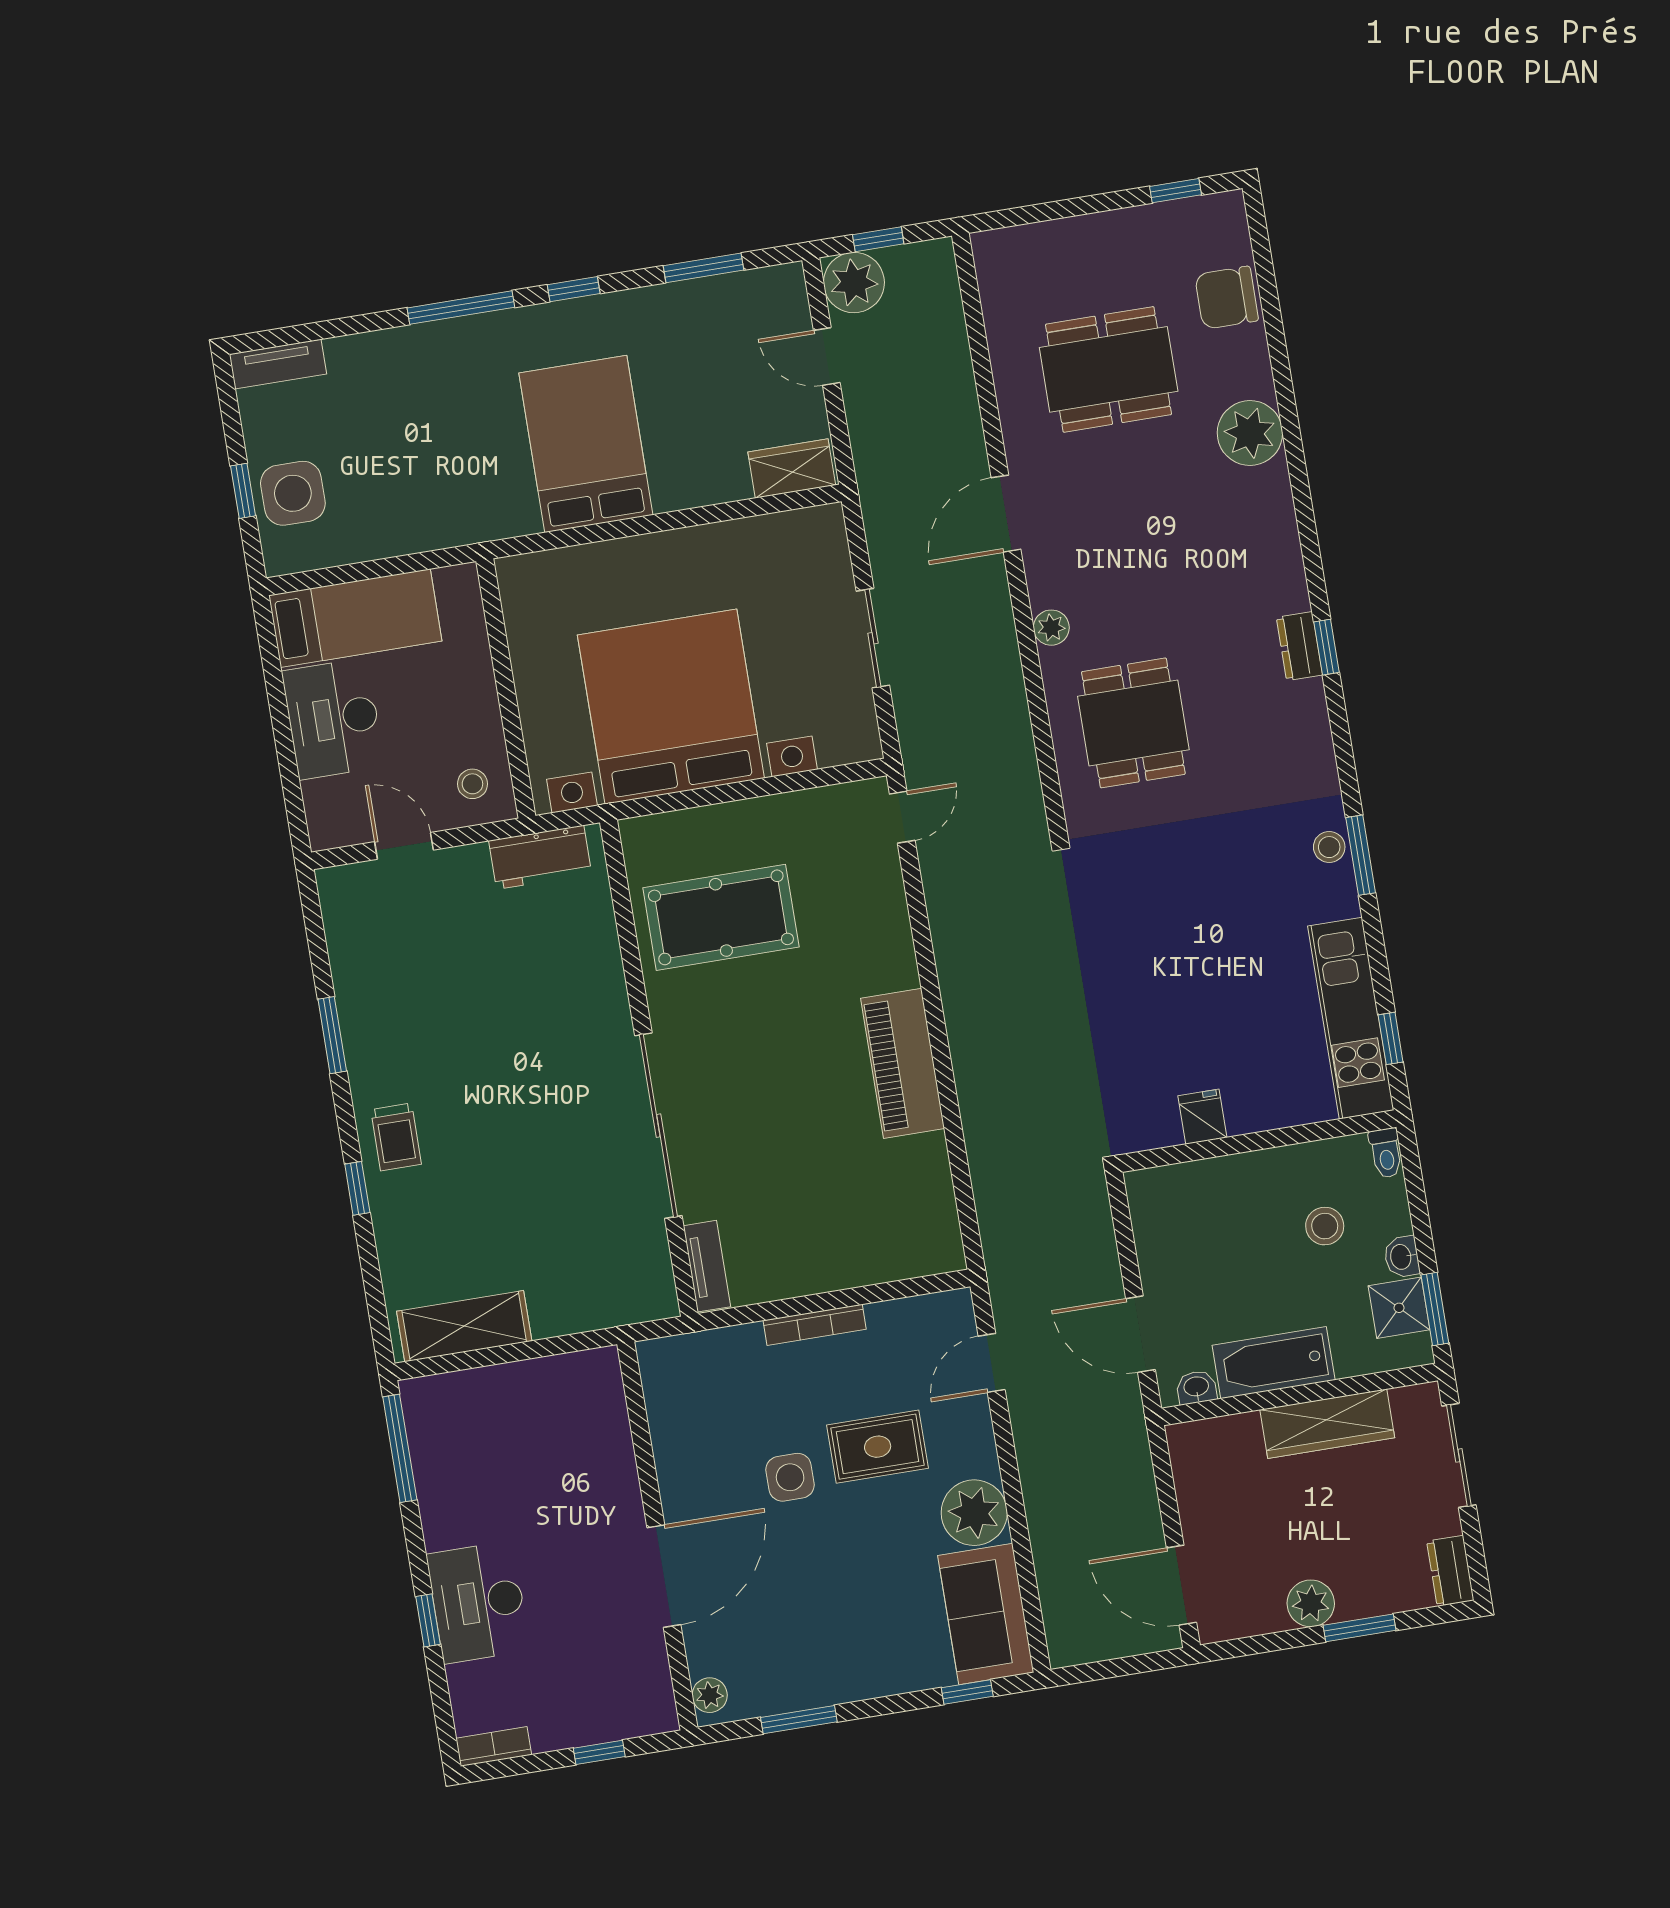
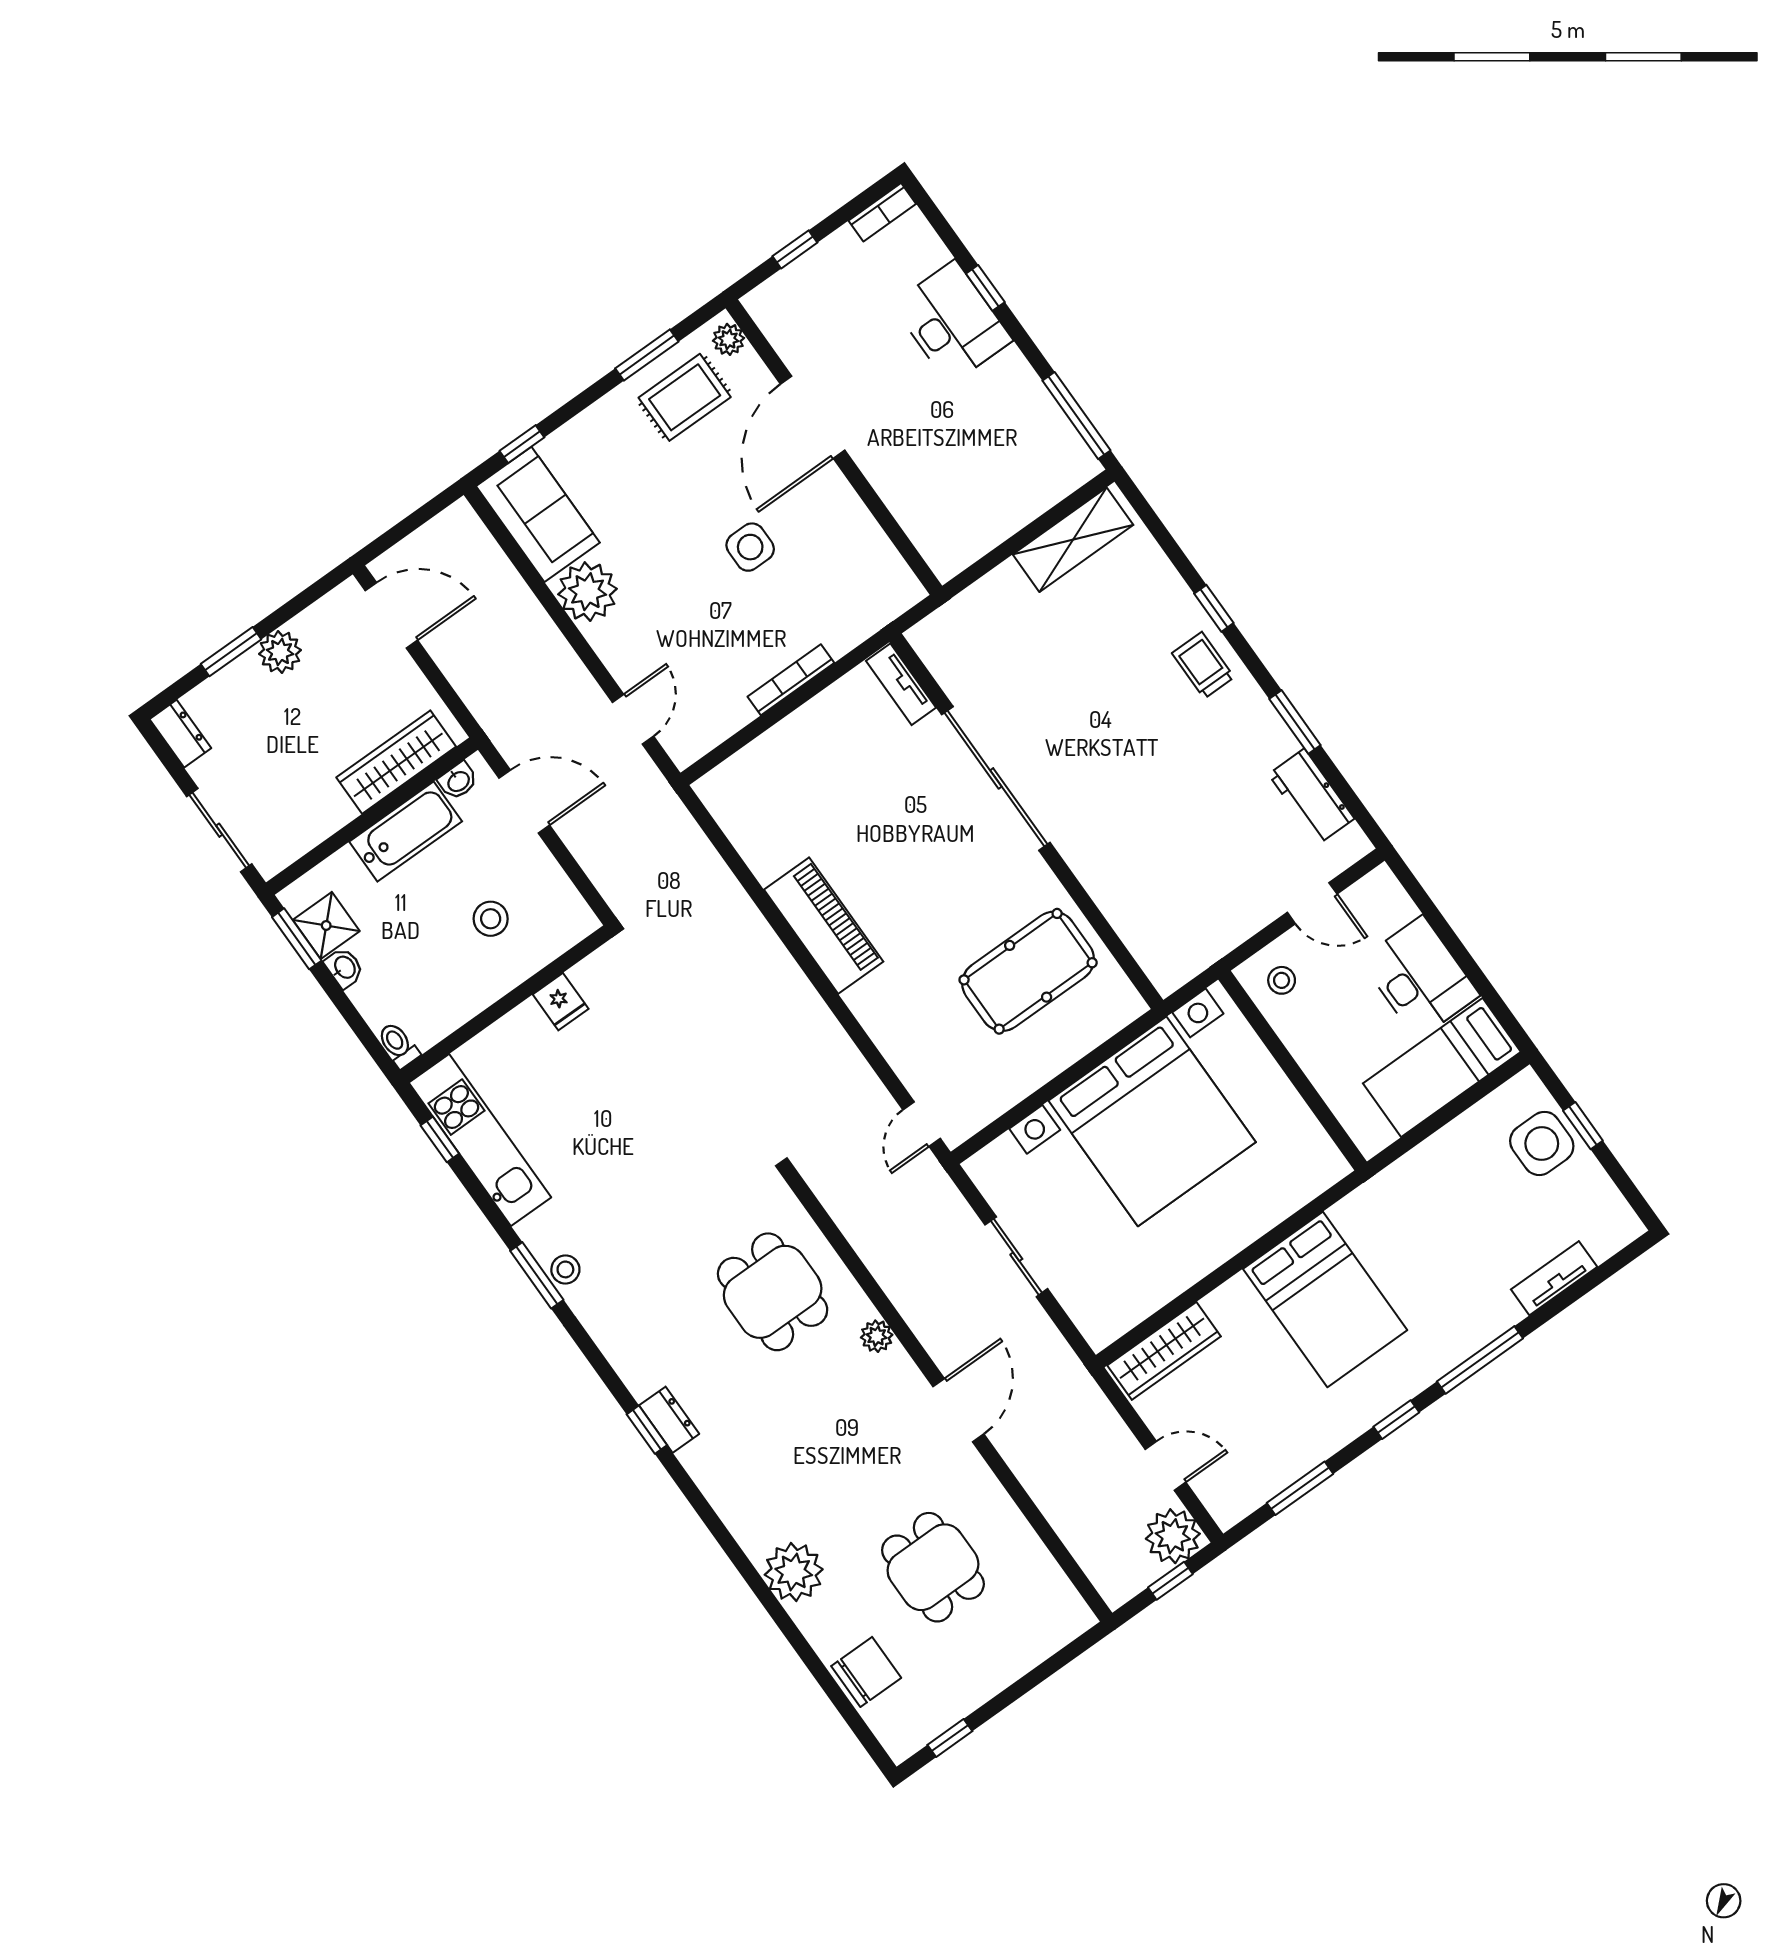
tv unit: (278, 364) -> (1554, 1278), moved
dining table: (1109, 369) -> (933, 1567), width x0.73
wardrobe: (792, 468) -> (1164, 1351), width x1.50
workbench: (540, 857) -> (1311, 796), moved, turned -90
stool: (1325, 1226) -> (491, 919), moved
wardrobe: (1327, 1424) -> (396, 762), moved
rug: (878, 1447) -> (685, 397), moved

